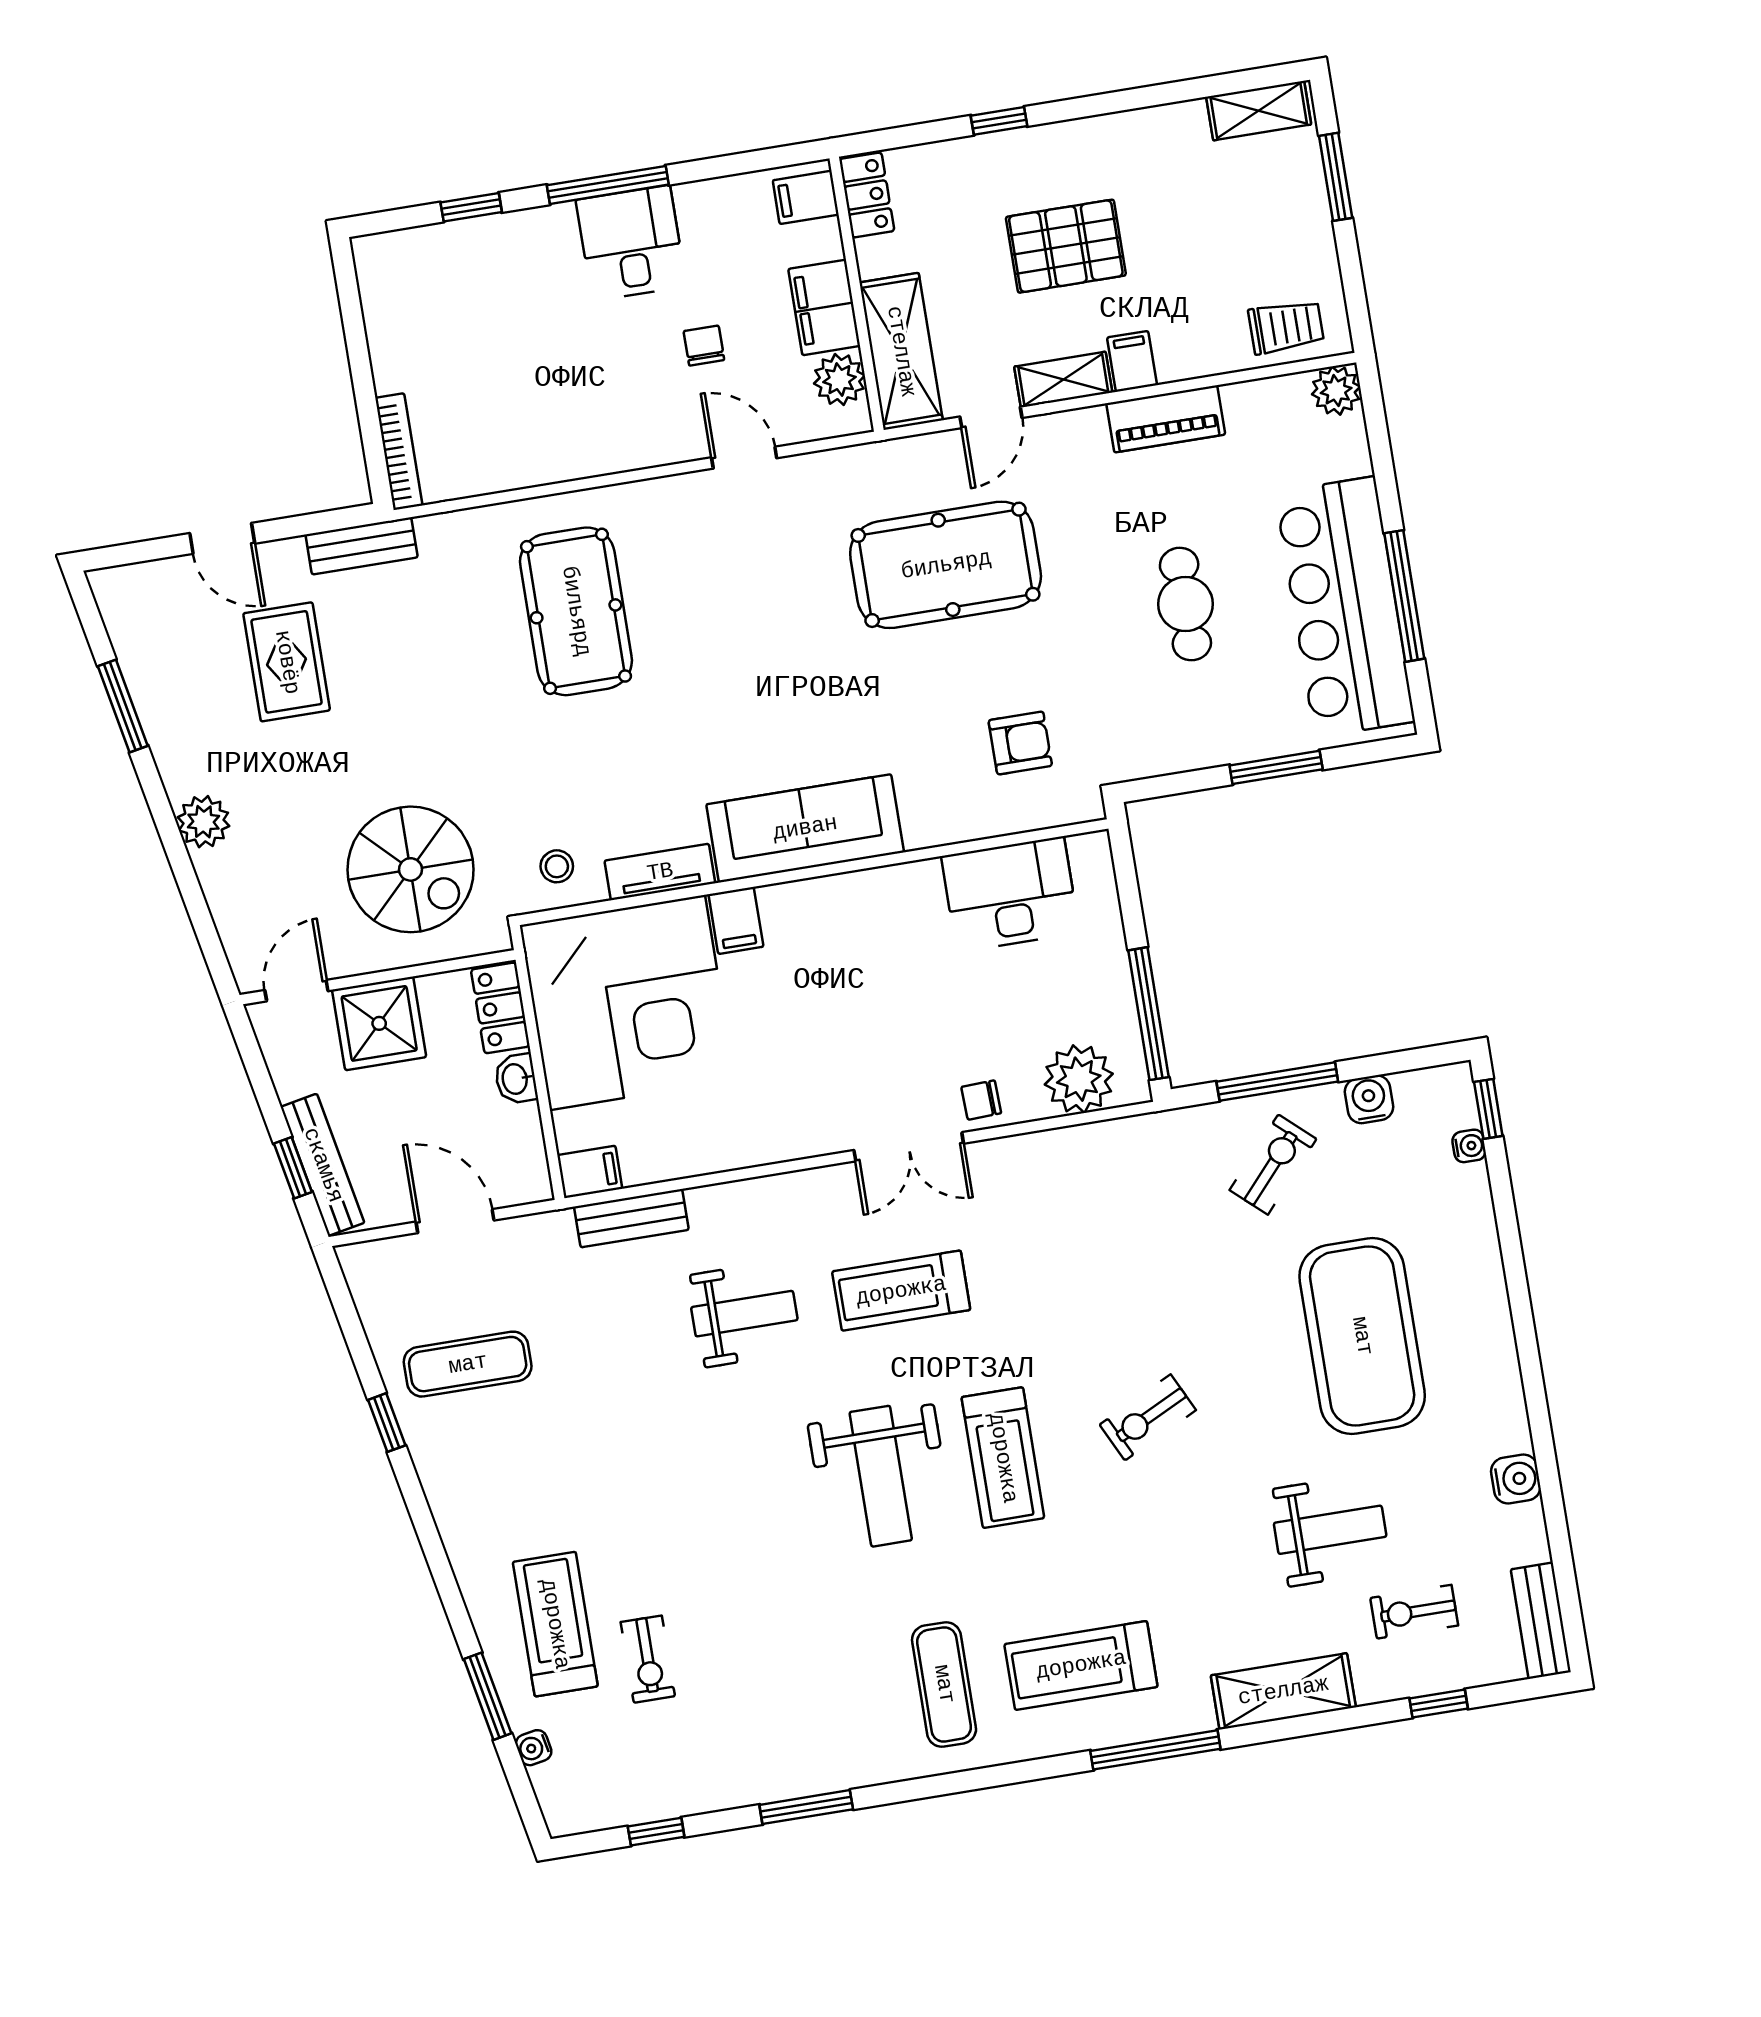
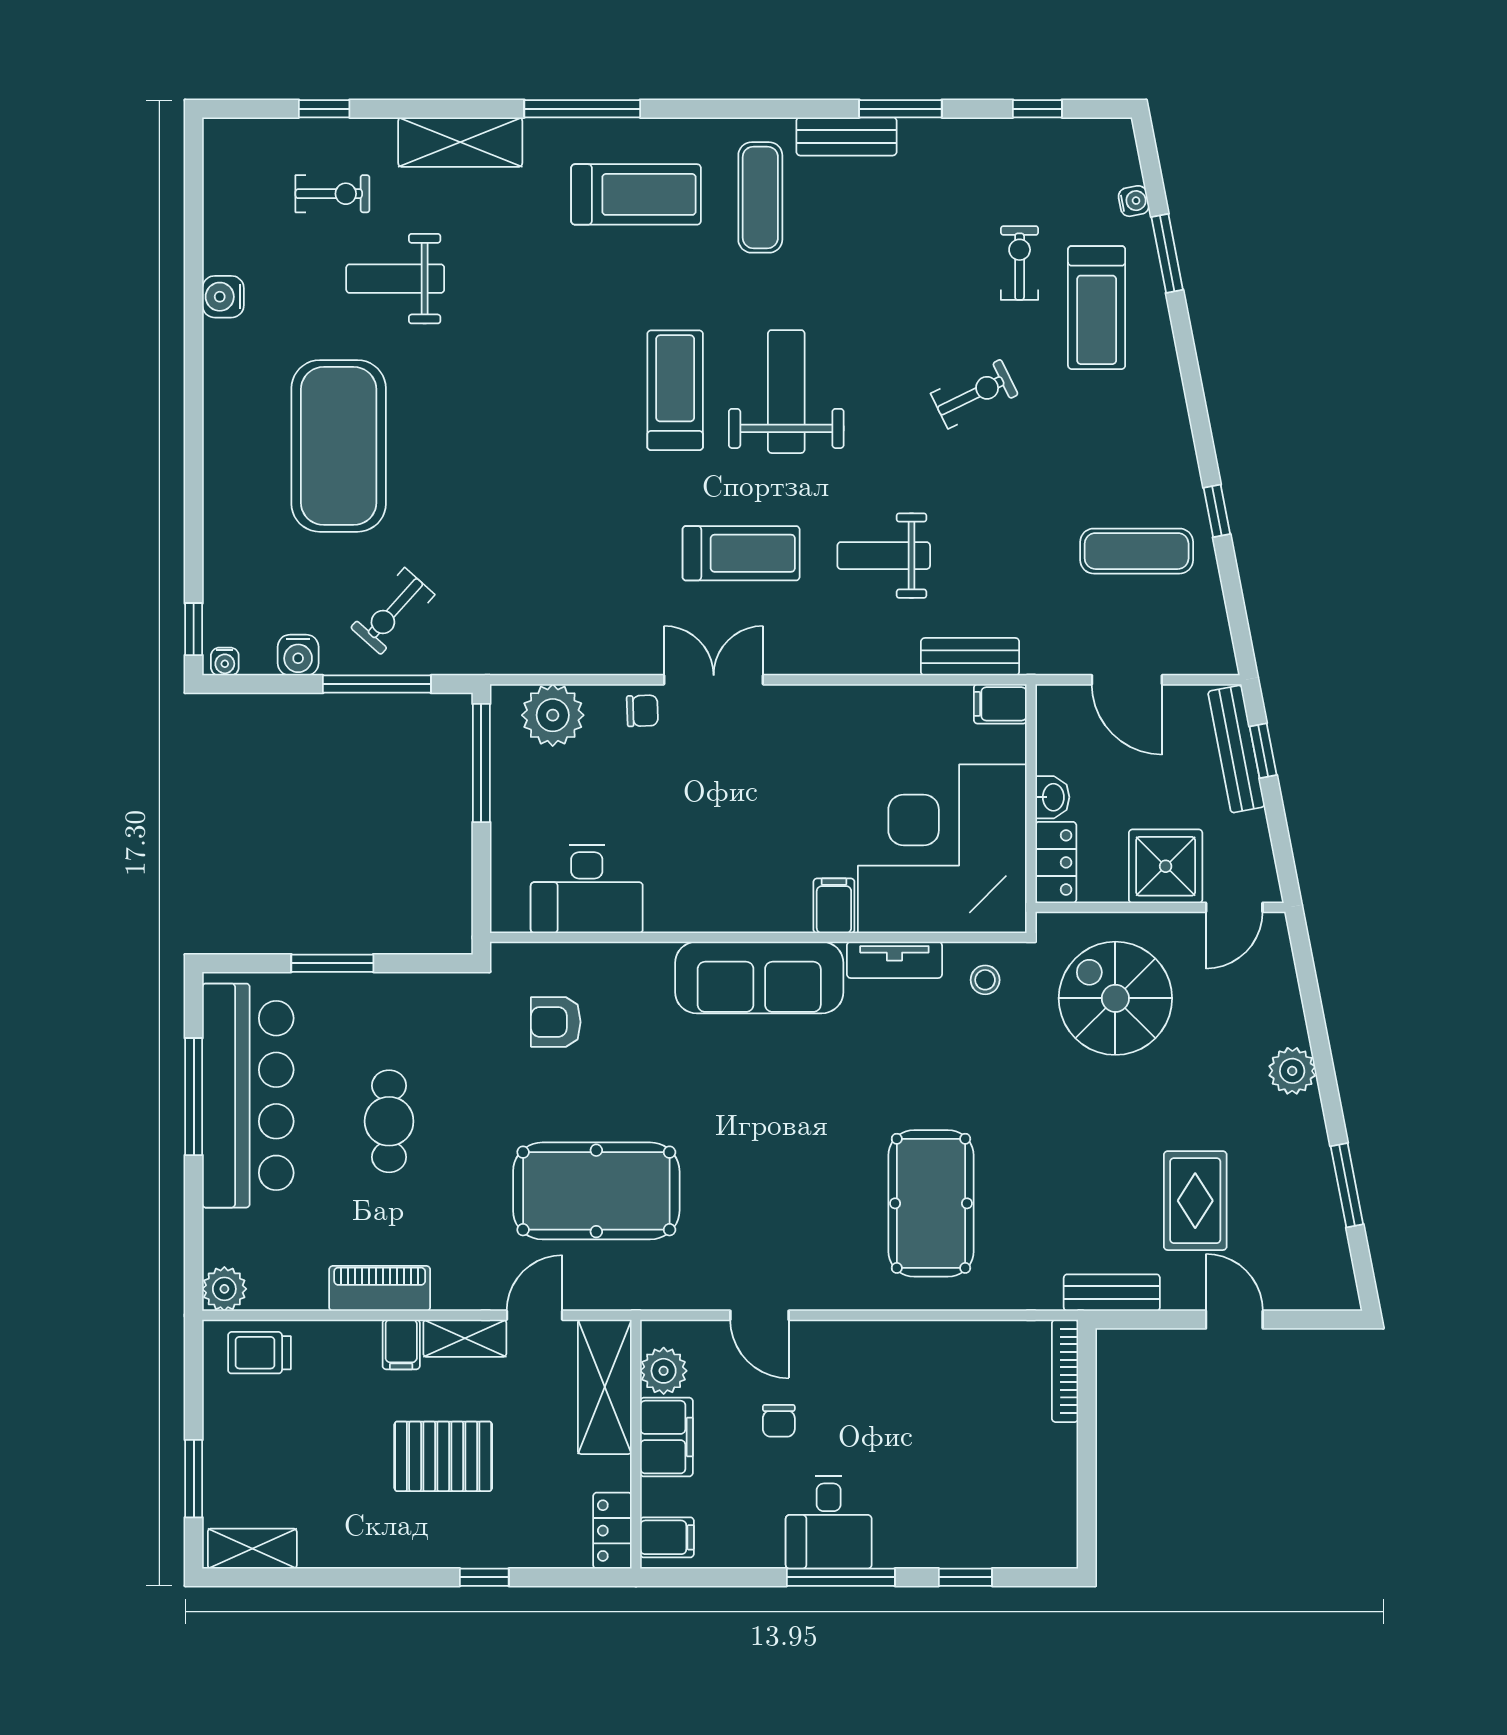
water cooler: (1469, 1146) -> (225, 662), moved, turned -90
exercise bike: (1148, 1417) -> (974, 394), moved
bench: (1541, 1621) -> (846, 136), moved, turned 90

